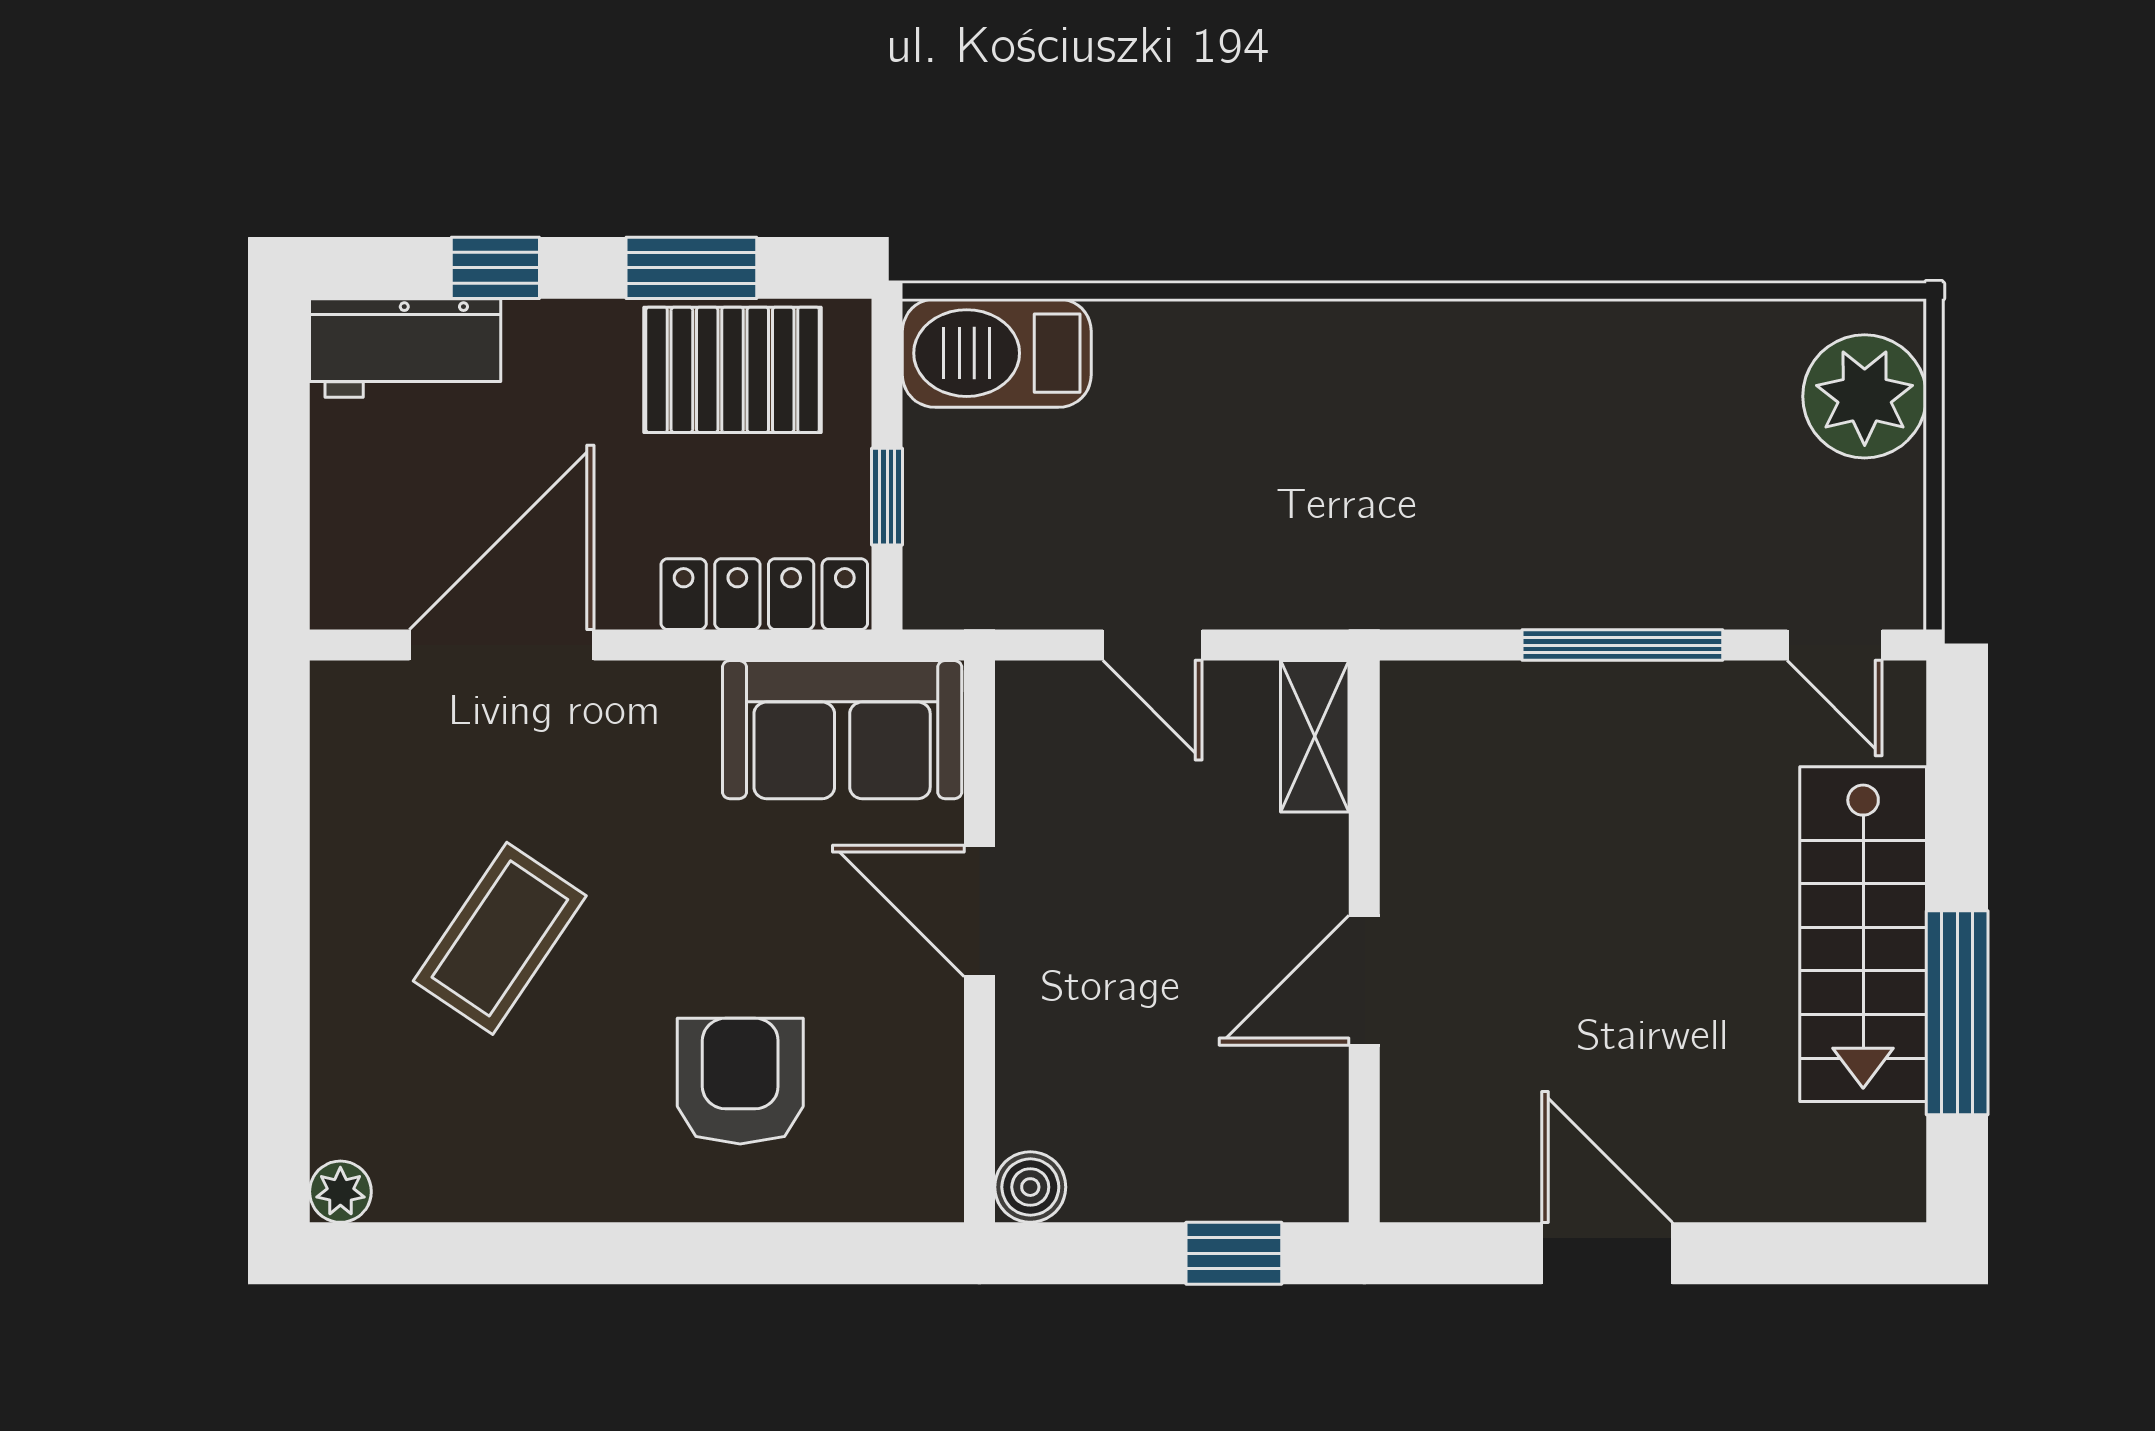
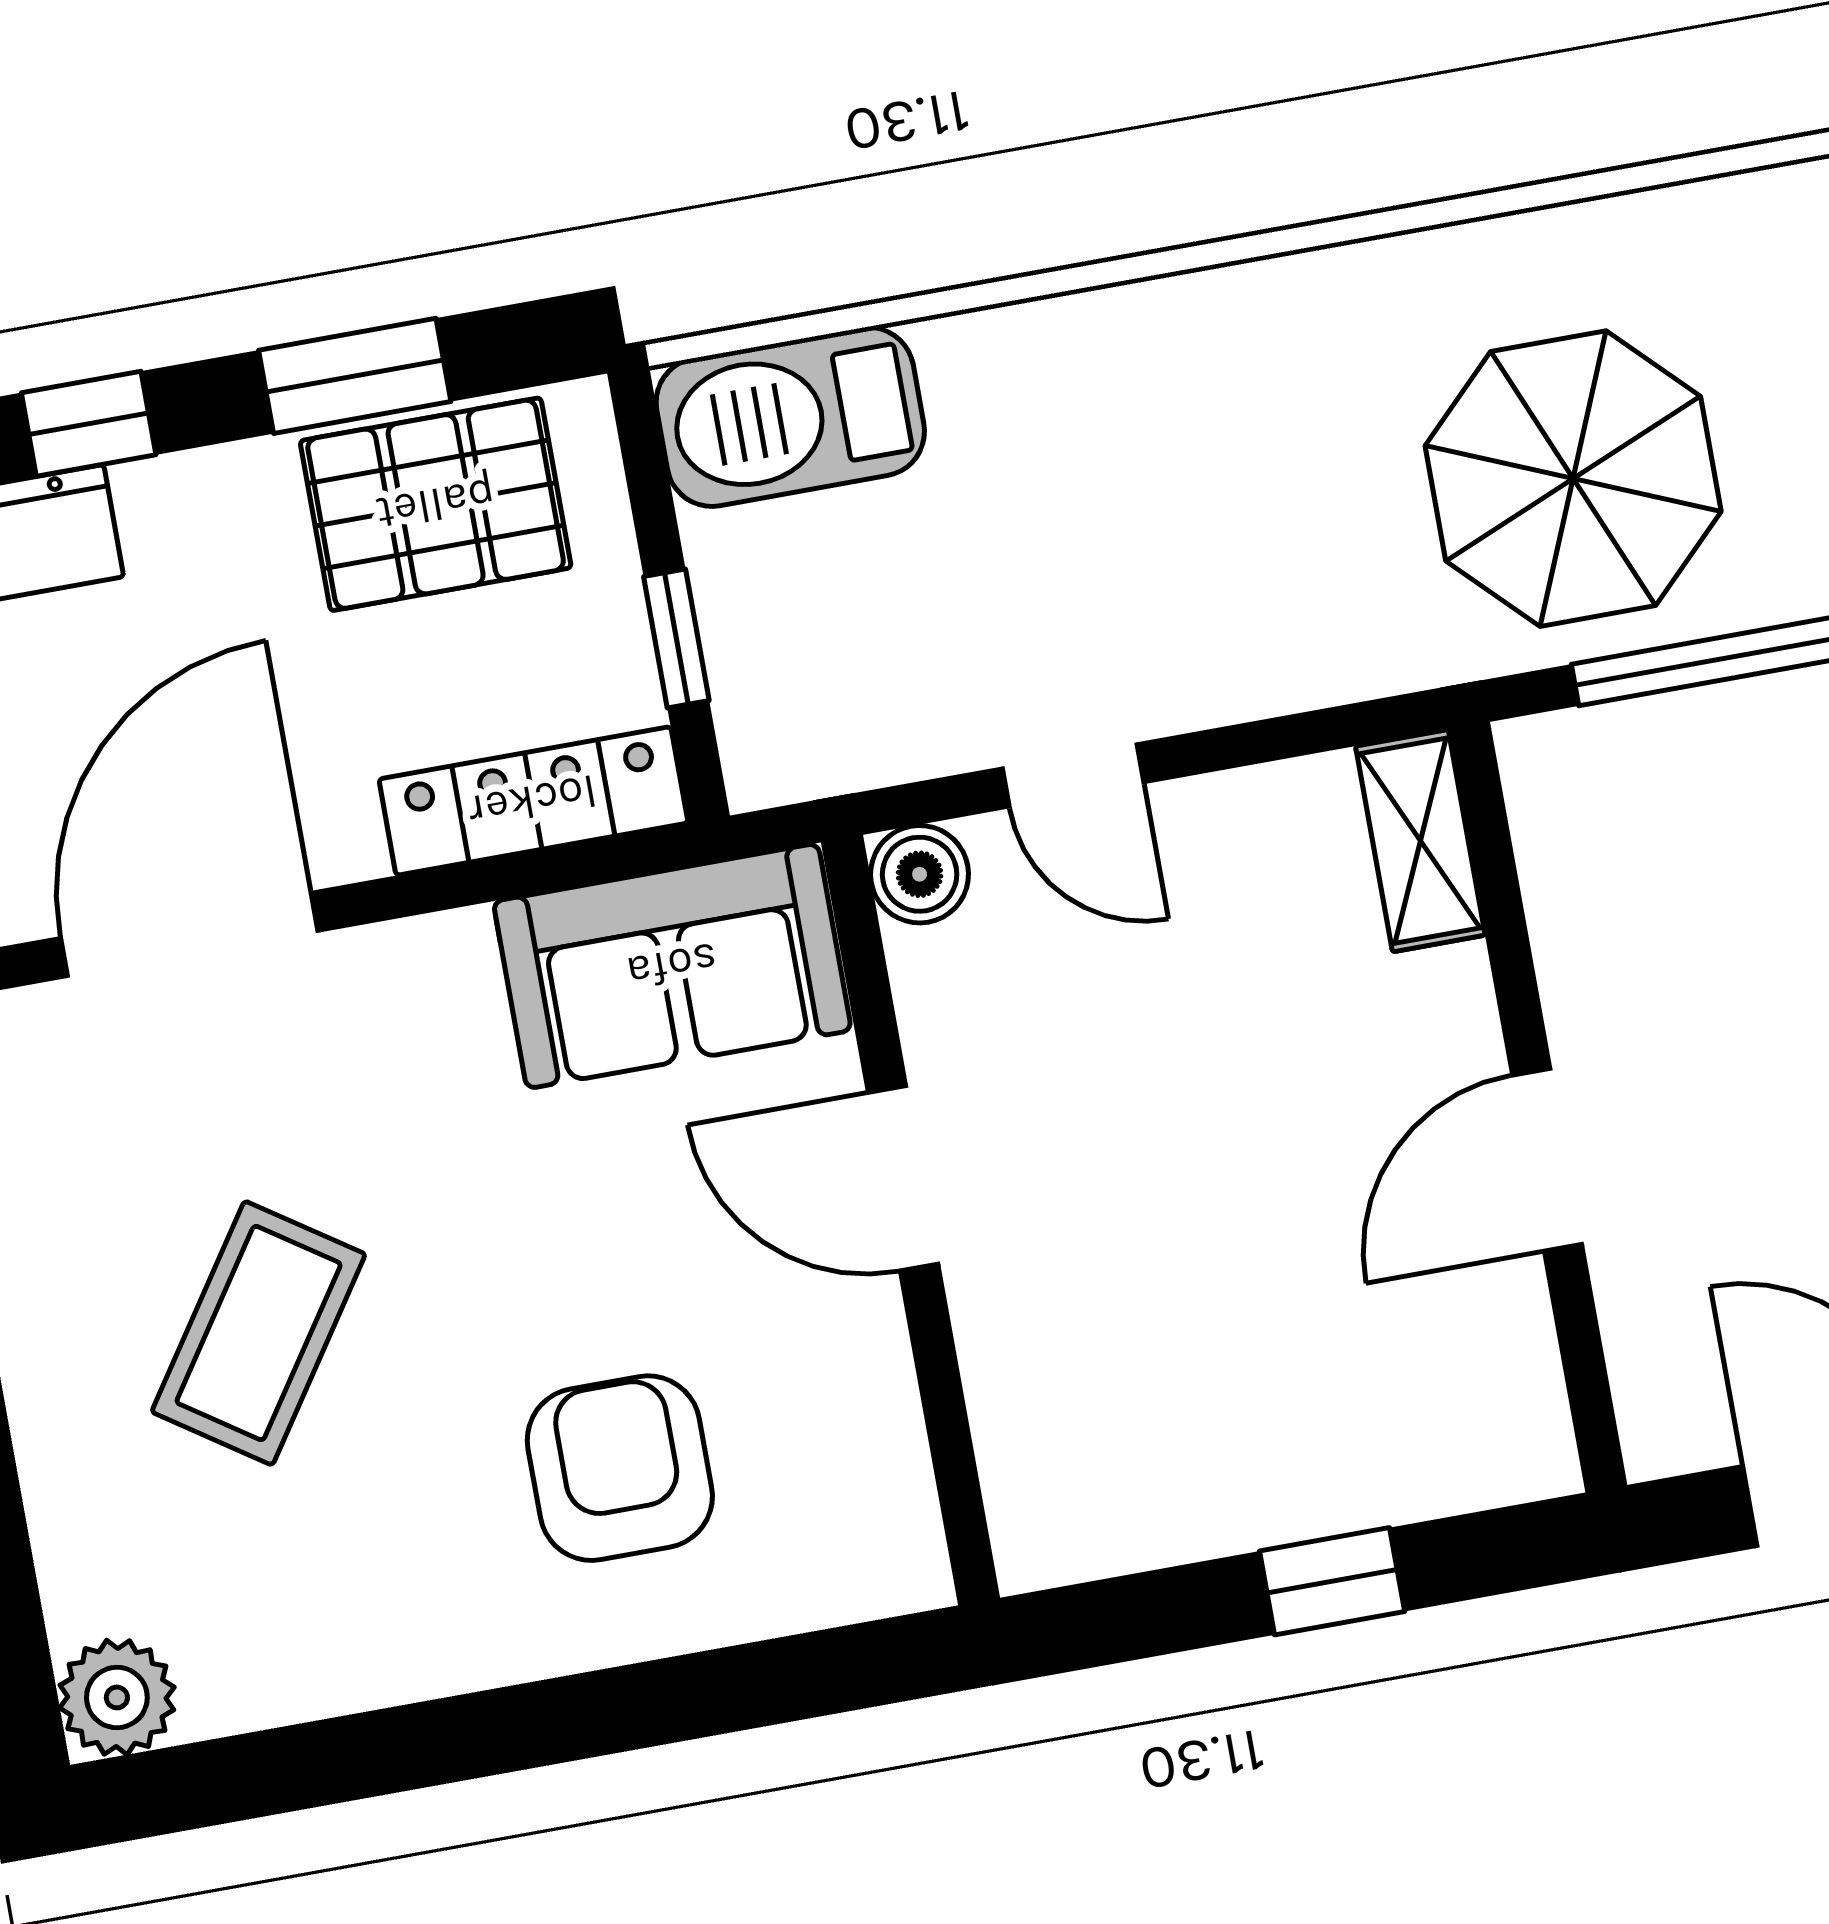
parasol: (1547, 498) -> (1573, 479), added
shelving: (1315, 736) -> (1420, 841), moved
wall: (1364, 941) -> (1538, 1107), moved
door: (1364, 980) -> (1547, 1160), moved
boiler: (1030, 1187) -> (920, 874), moved
plant: (340, 1192) -> (117, 1697), width x1.38, depth x1.38

